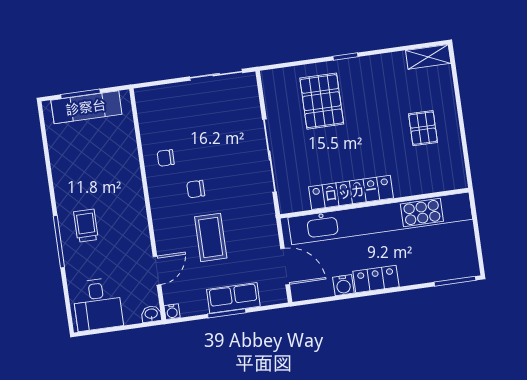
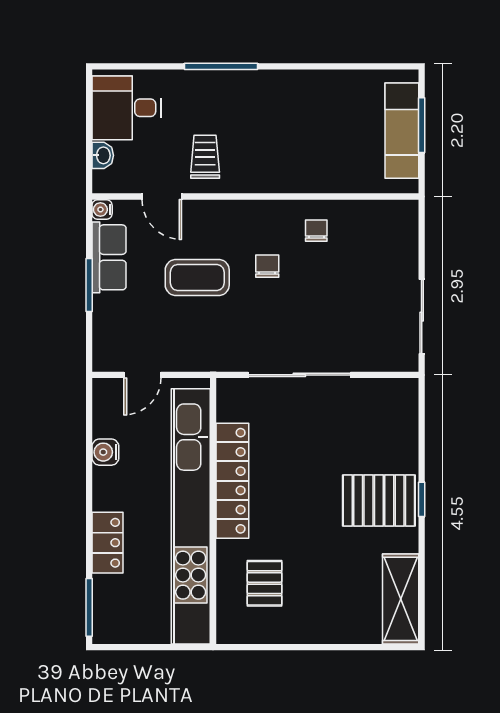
shelving: (428, 57) -> (401, 599), width x1.50, depth x1.33
pallet: (322, 101) -> (379, 500), moved
pallet: (423, 128) -> (265, 583), moved, turned 90
trolley: (86, 226) -> (205, 157), moved, turned -90
door: (285, 267) -> (142, 375), width x0.73
locker: (376, 279) -> (107, 543), moved
row of seats: (233, 298) -> (109, 257), moved
washbasin: (151, 314) -> (103, 155), moved

